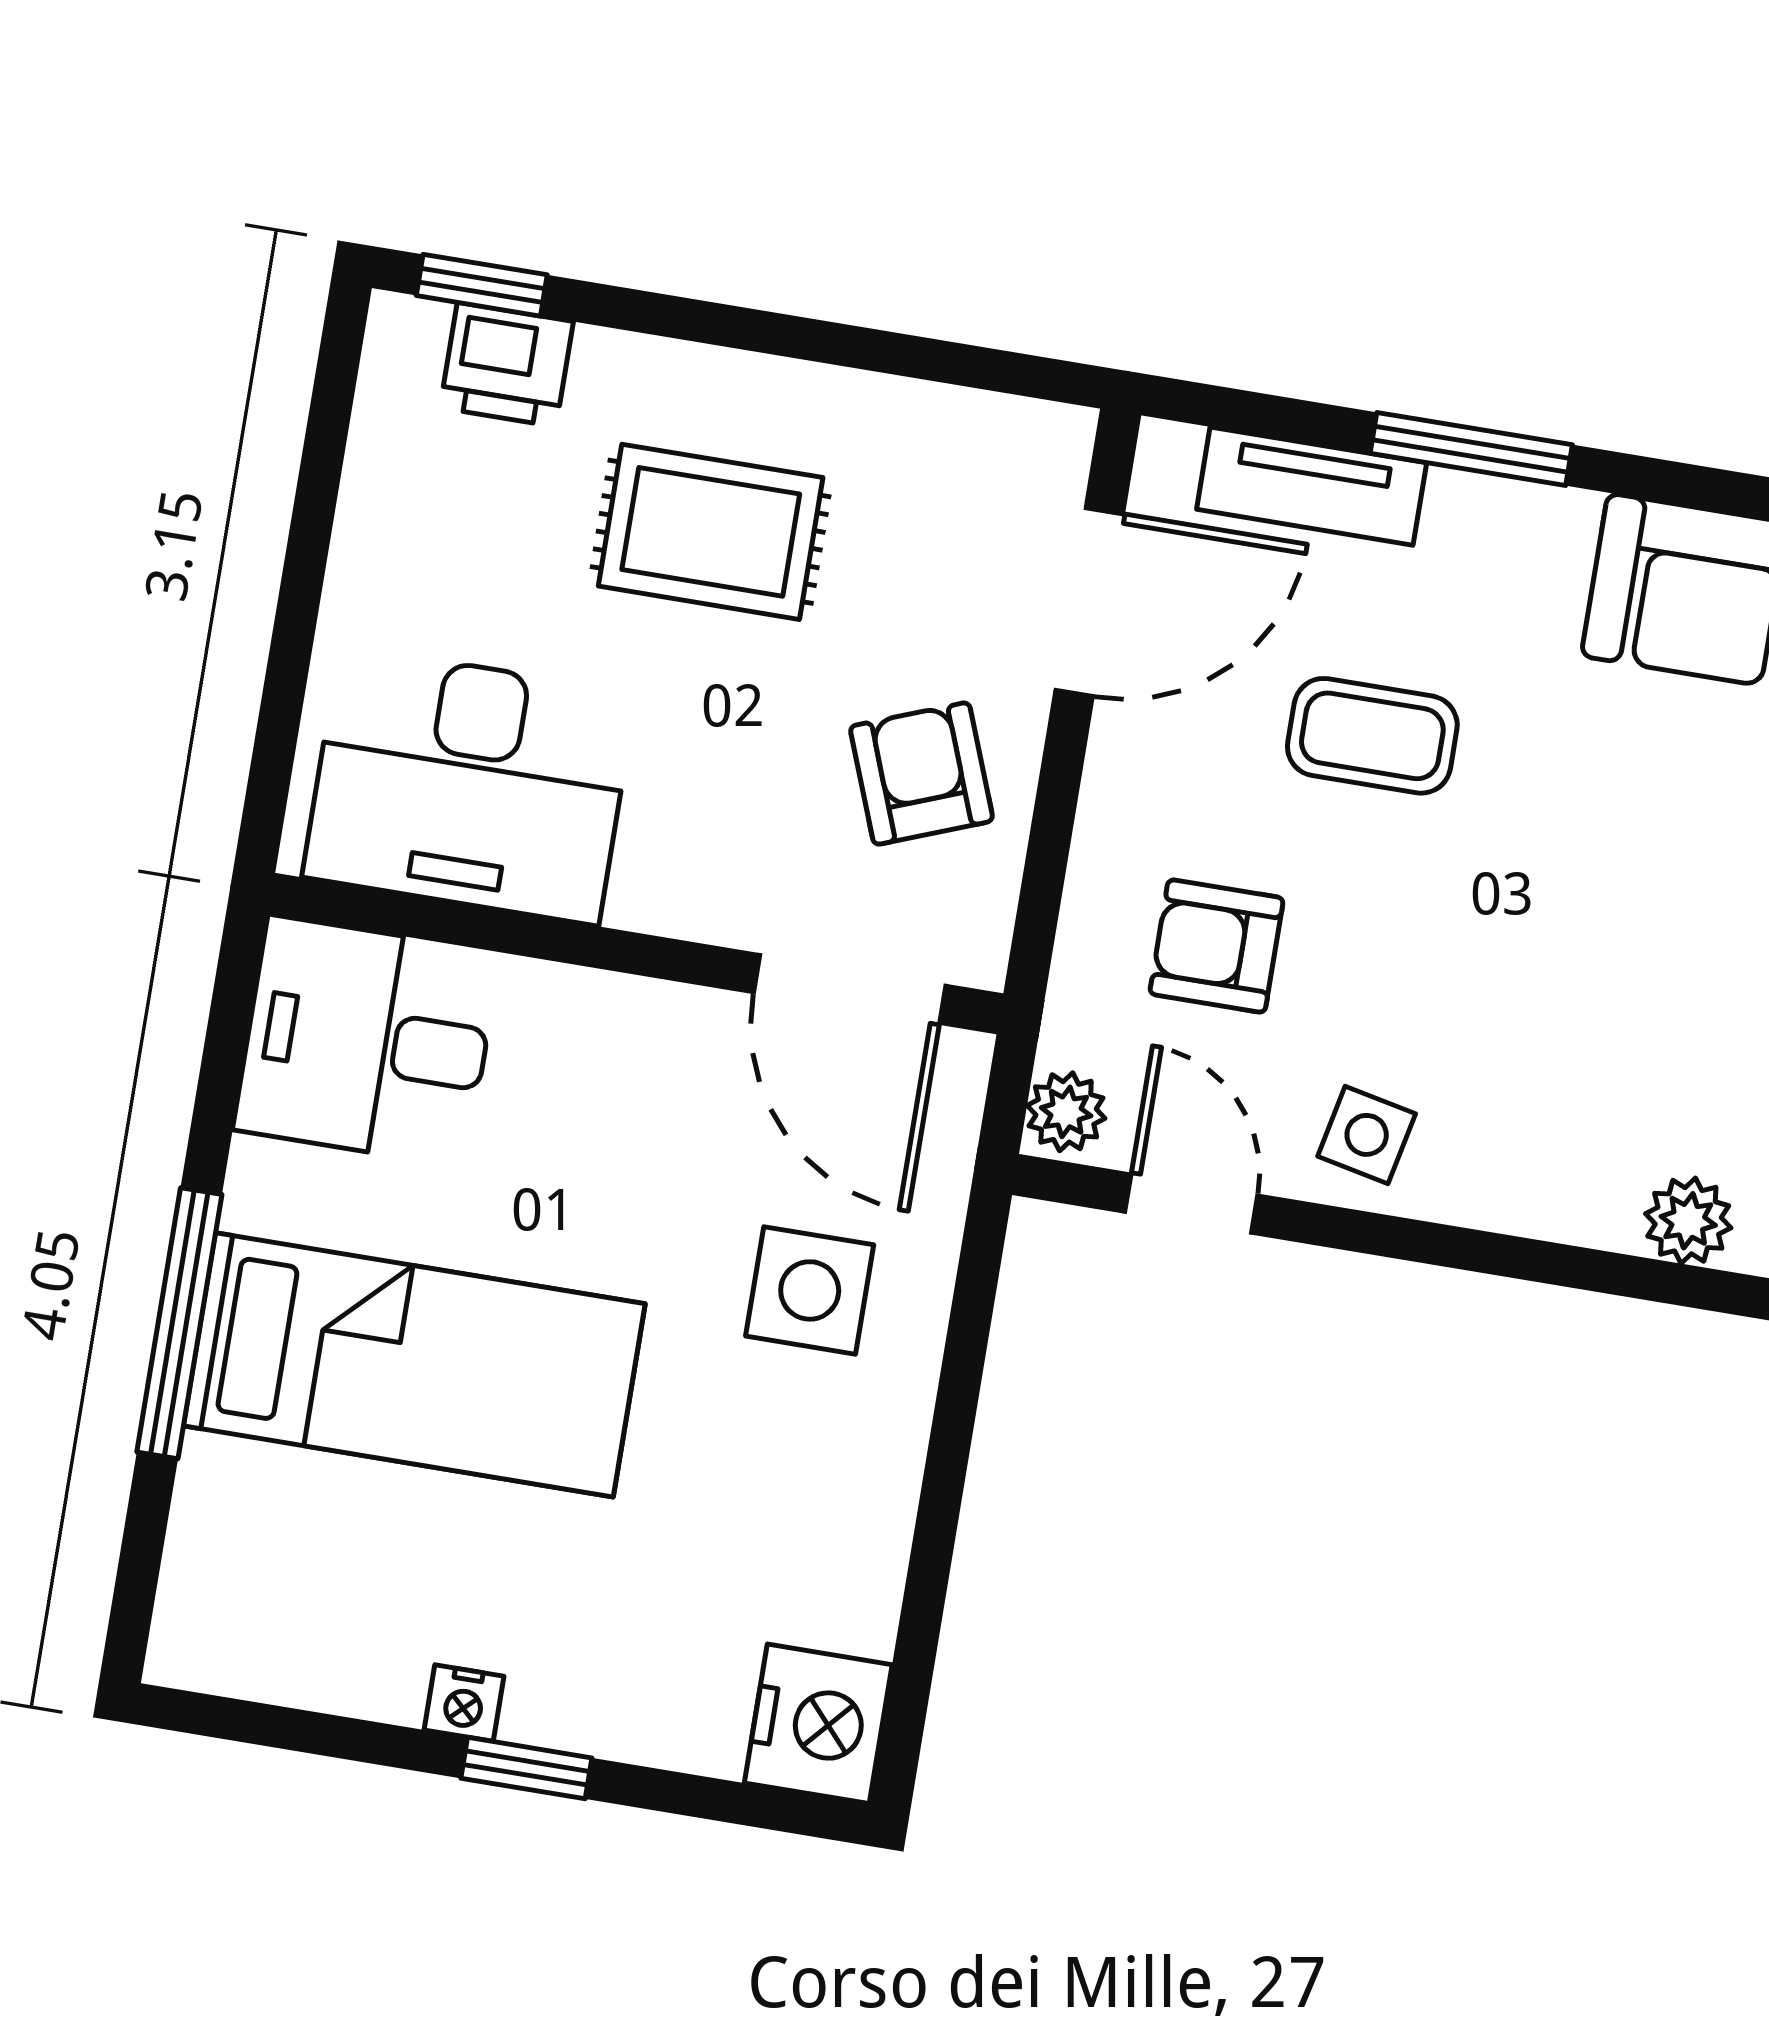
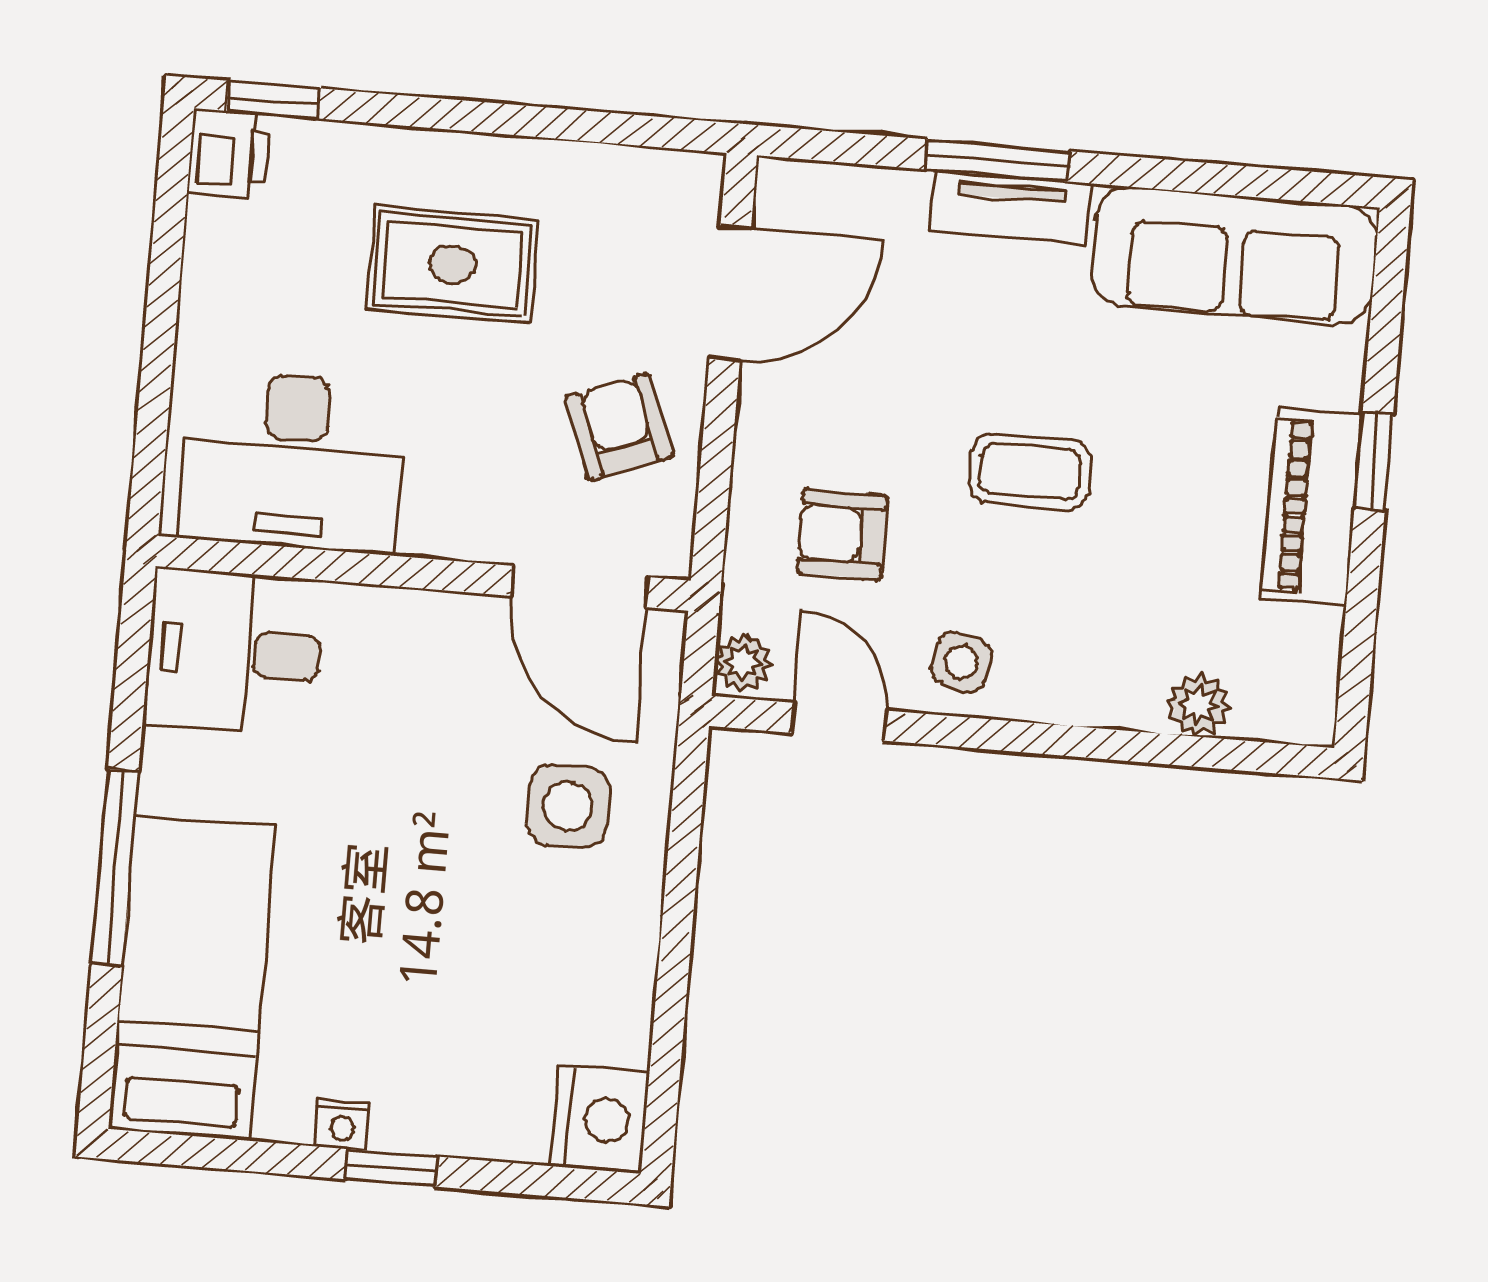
printer: (507, 365) -> (229, 154), moved, turned -90
tv unit: (1312, 486) -> (1011, 207), moved
coffee table: (1372, 736) -> (1030, 471), moved
bed: (414, 1365) -> (192, 978), moved, turned -90

